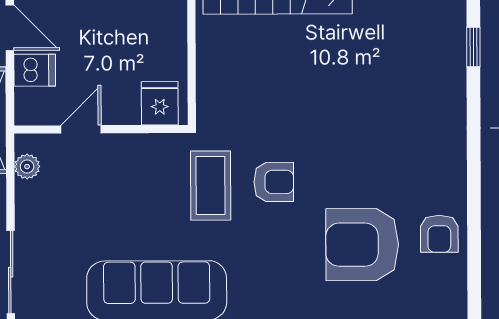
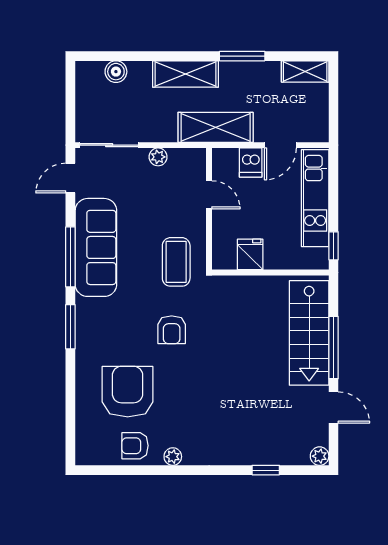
fridge: (160, 103) -> (250, 254), moved, turned -90
plant: (27, 167) -> (158, 157), moved
plant: (455, 180) -> (173, 457), added
coffee table: (211, 186) -> (176, 262), moved, turned 90

